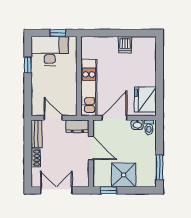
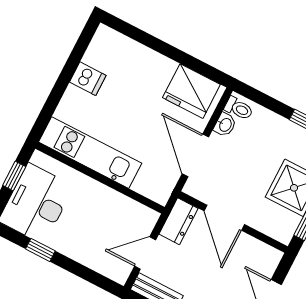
kitchen unit: (89, 87) -> (90, 153), moved
door: (91, 148) -> (224, 218), swing flipped

